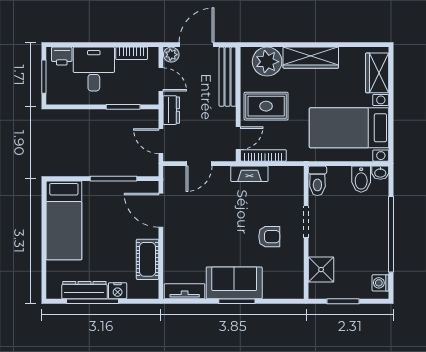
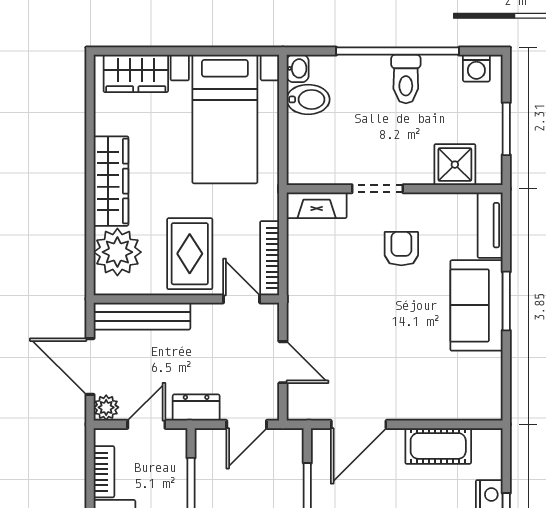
fireplace: (249, 174) -> (317, 205), moved, turned 90
toilet: (317, 181) -> (406, 79), moved, turned 90
tv unit: (185, 291) -> (490, 225), moved

